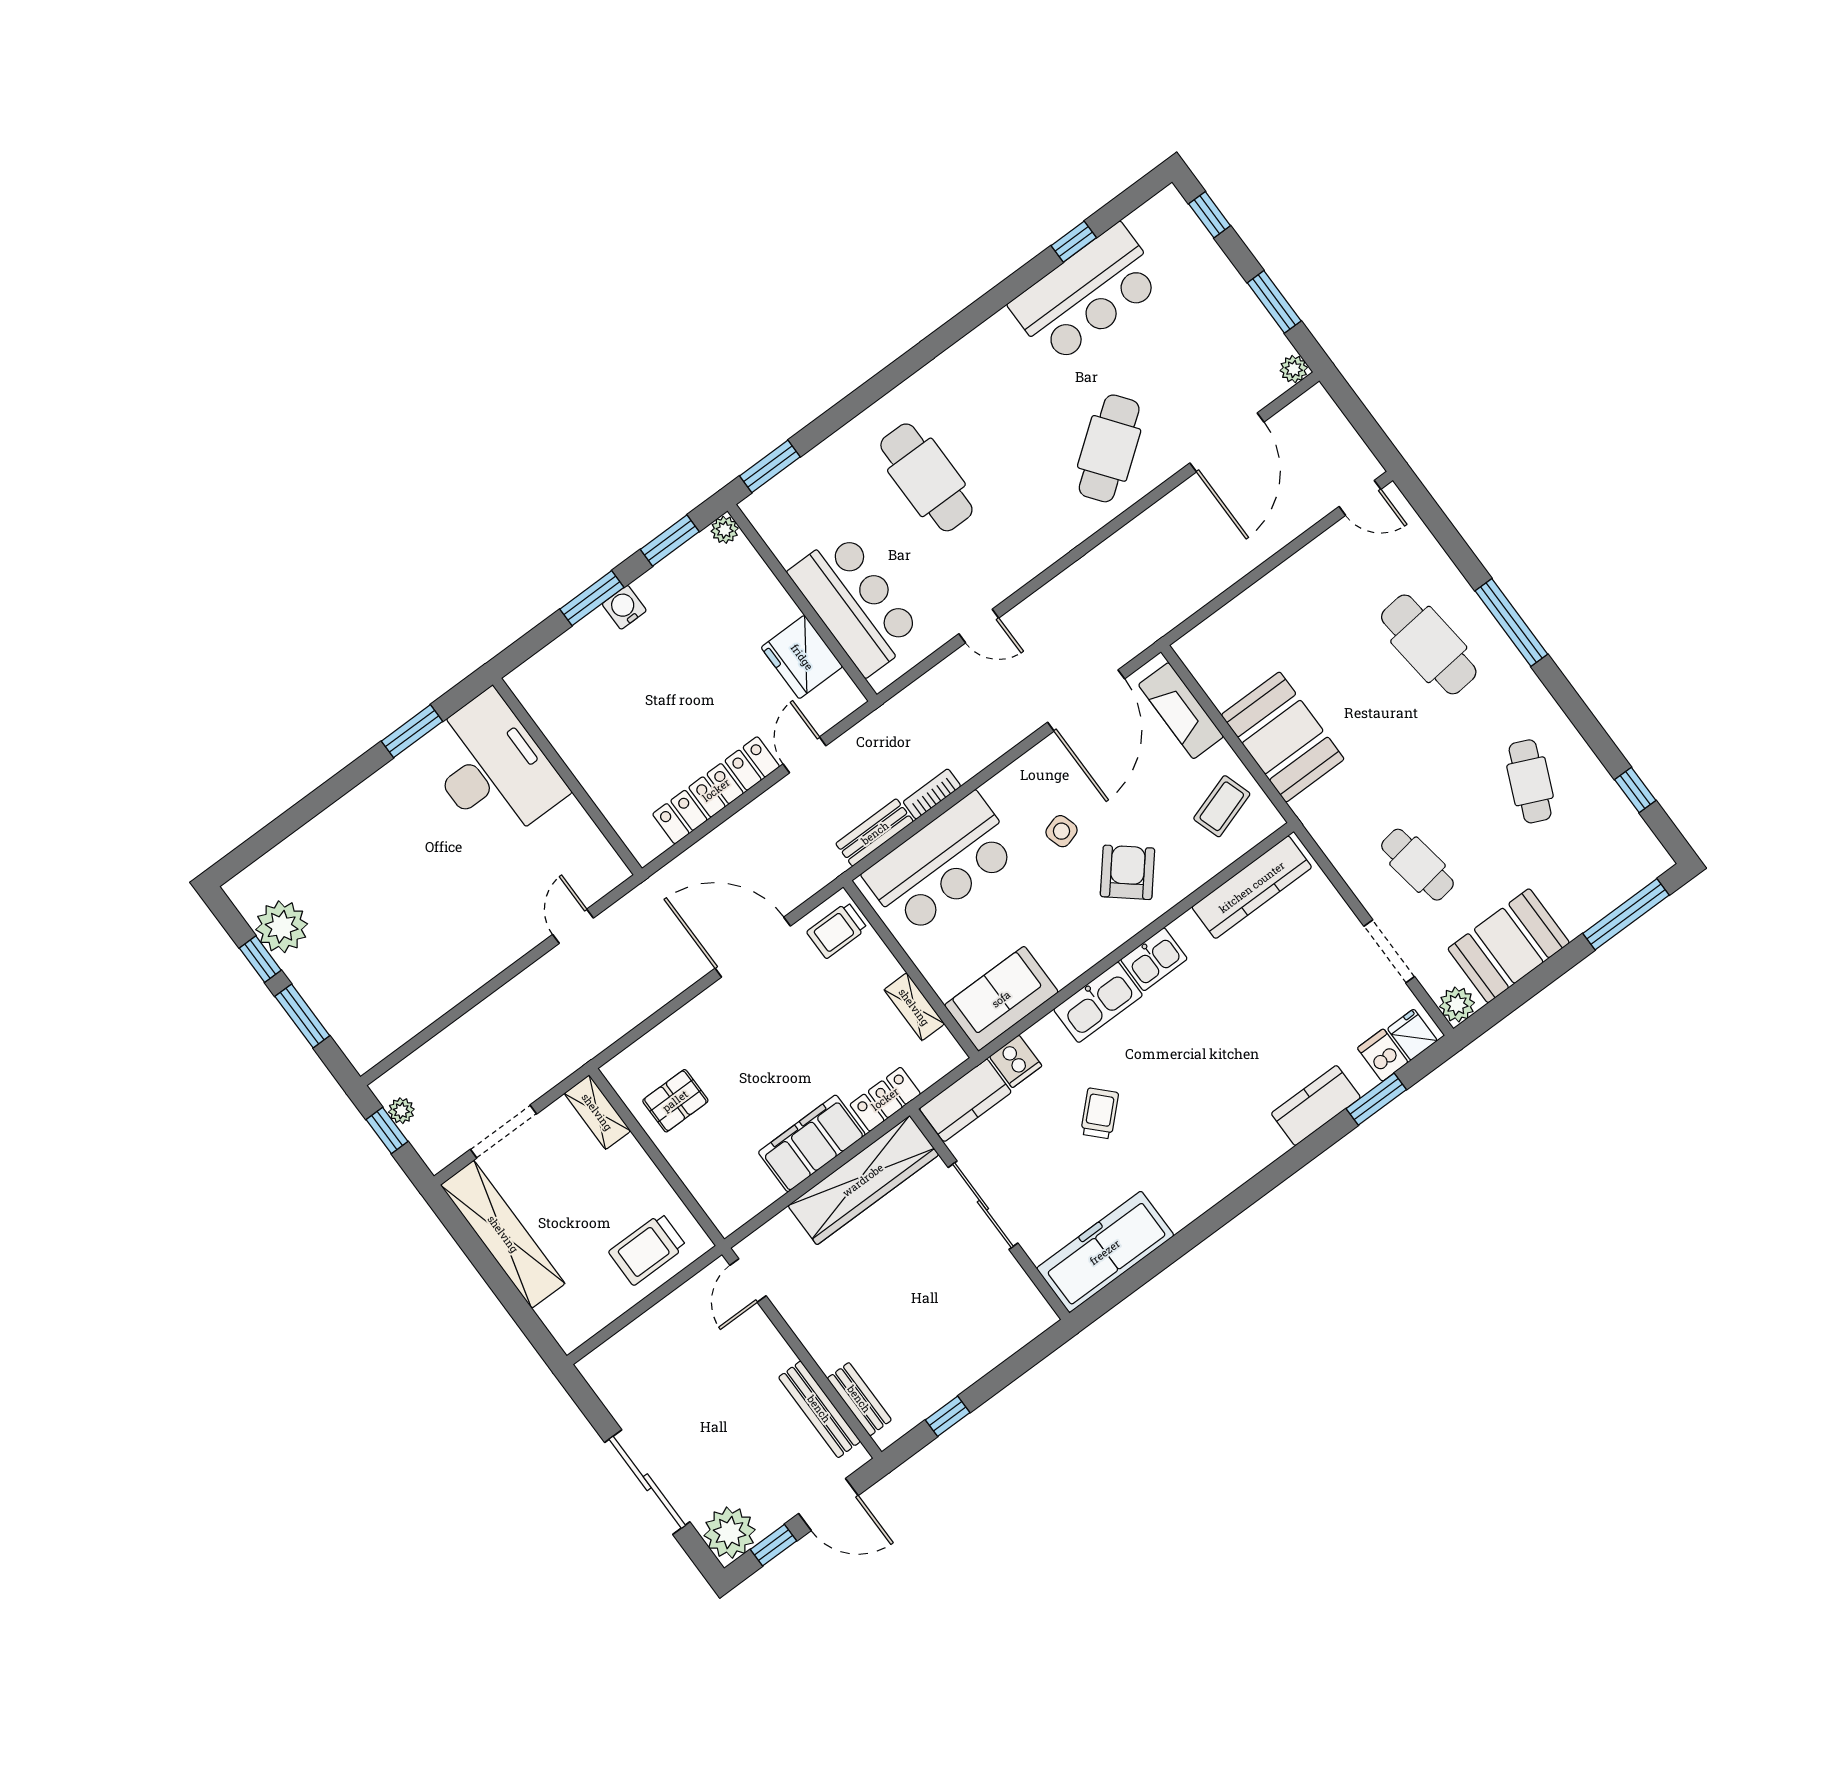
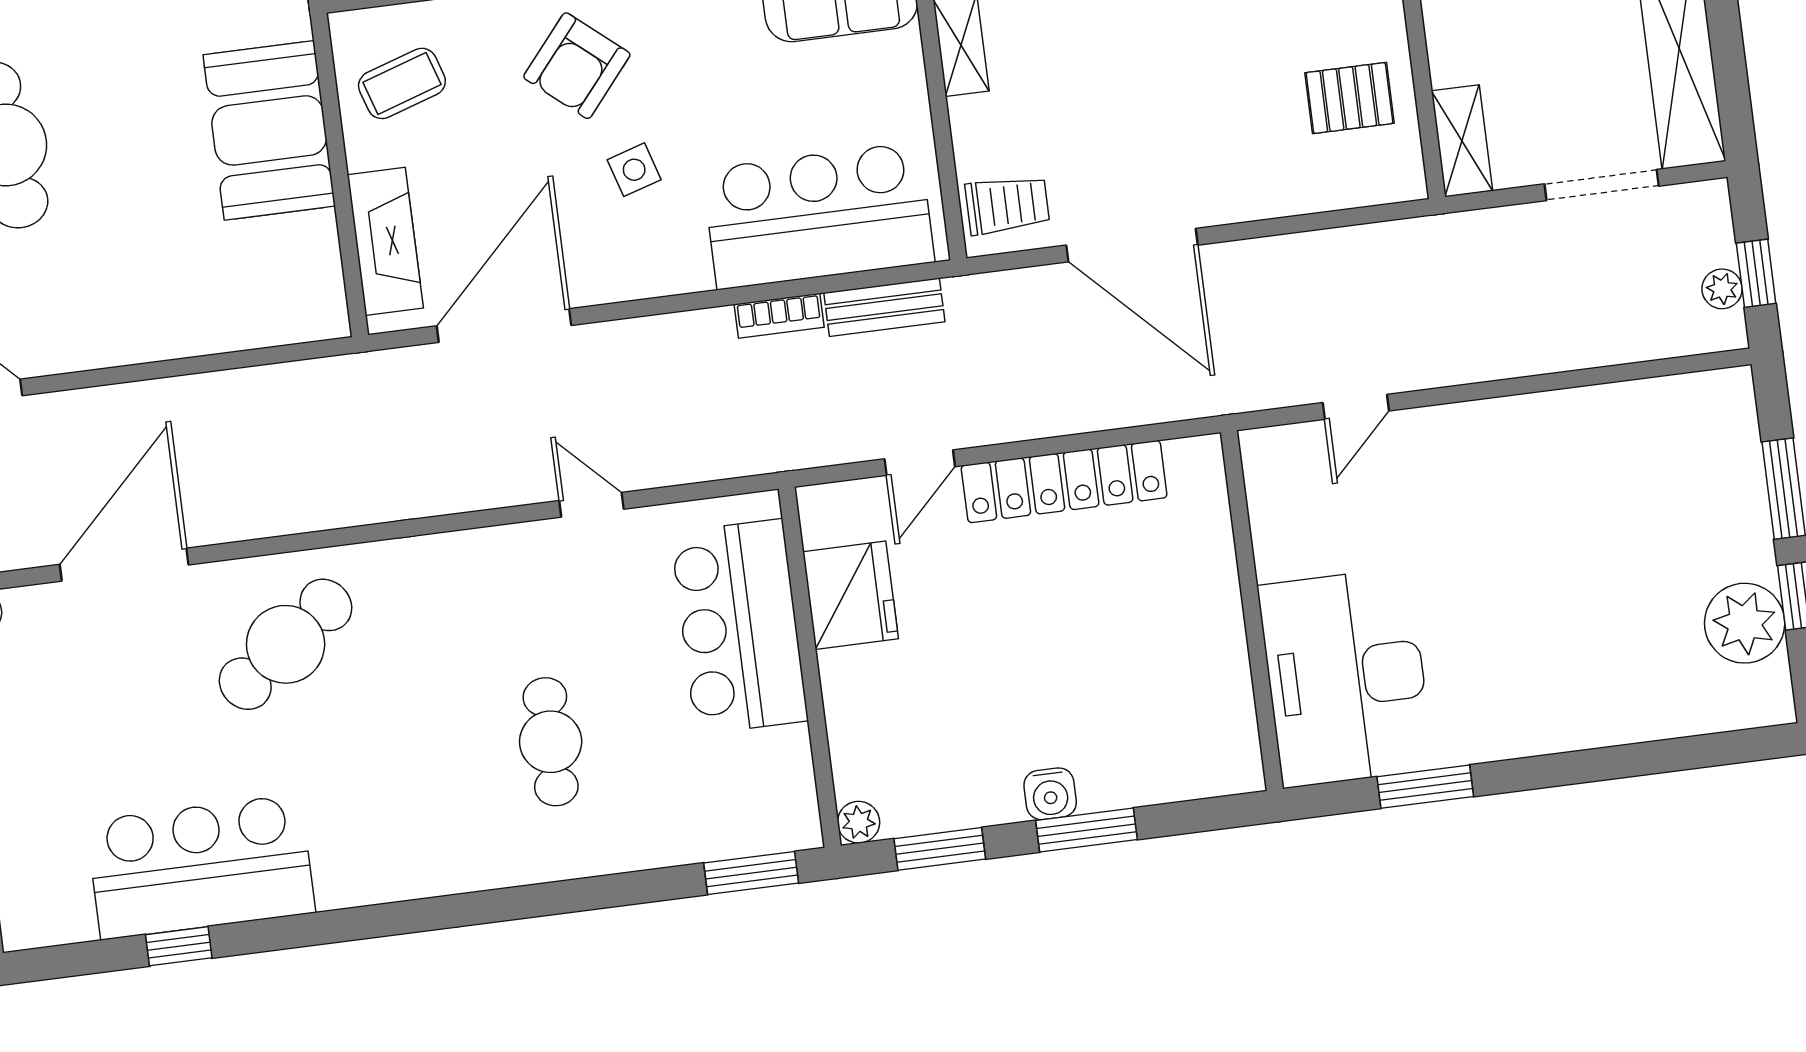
cafe table: (926, 477) -> (551, 742), width x0.73, depth x0.74

